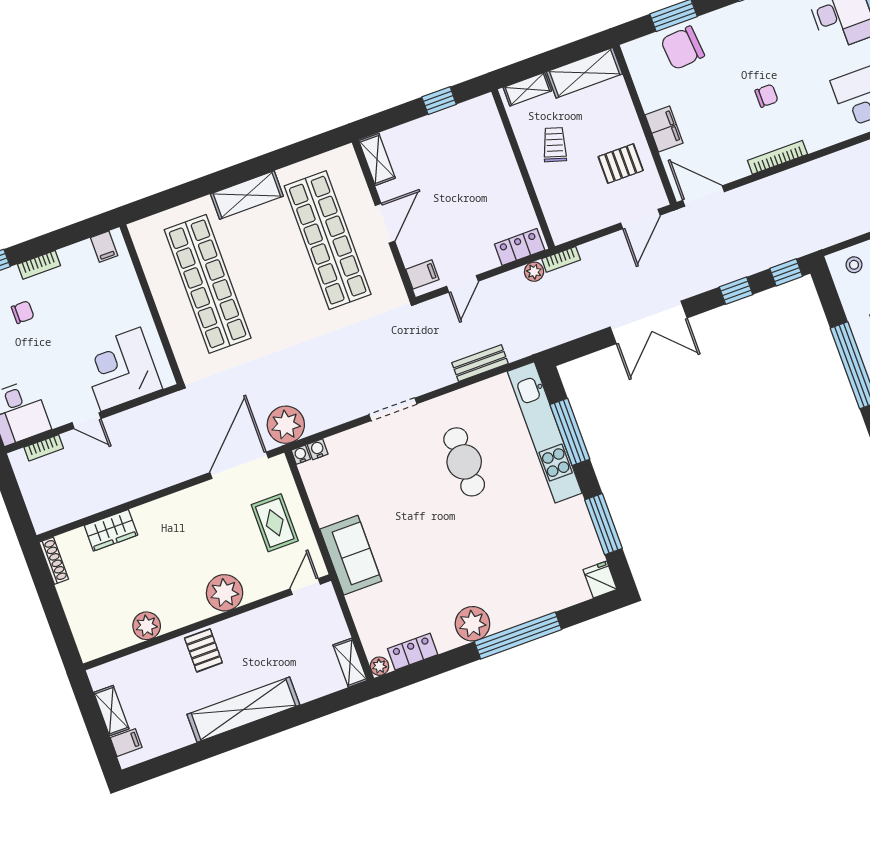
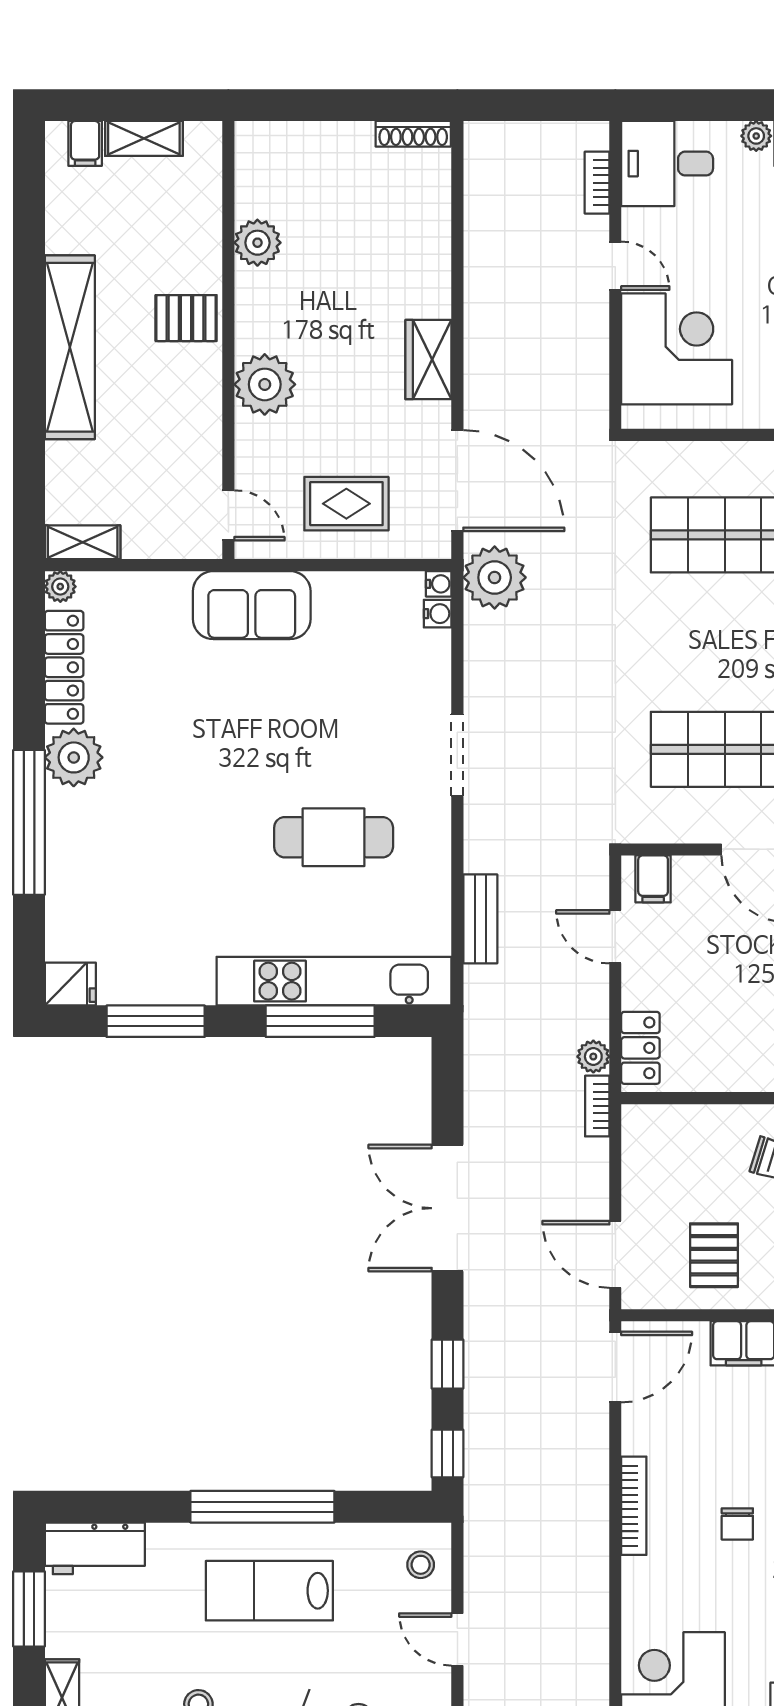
door: (87, 421) -> (615, 266), swing flipped
wardrobe: (111, 530) -> (428, 360), moved
locker: (413, 652) -> (64, 667), width x1.53

